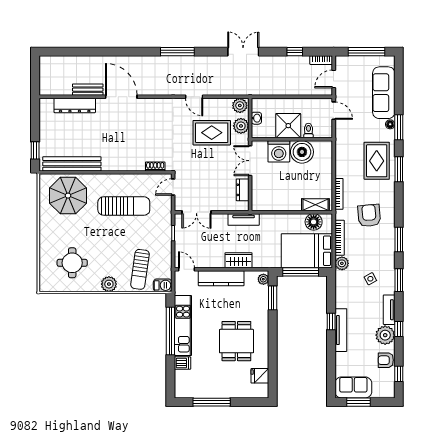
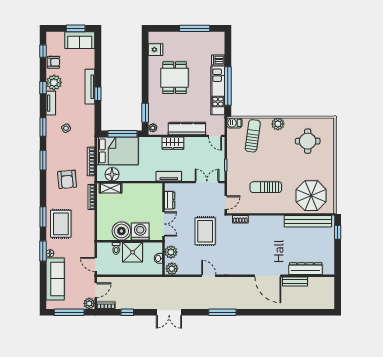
rug: (212, 133) -> (205, 231), moved, turned 90
sun lounger: (124, 206) -> (266, 187), width x0.73, depth x0.75
plant: (342, 263) -> (89, 303), moved

